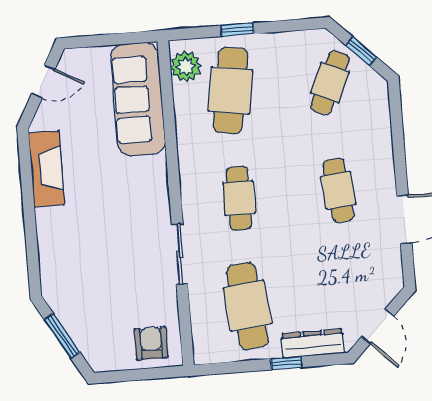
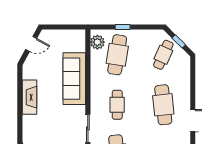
sofa: (138, 99) -> (74, 79), moved
fireplace: (46, 169) -> (29, 97), moved
cafe table: (338, 190) -> (163, 105), width x1.37, depth x1.35

